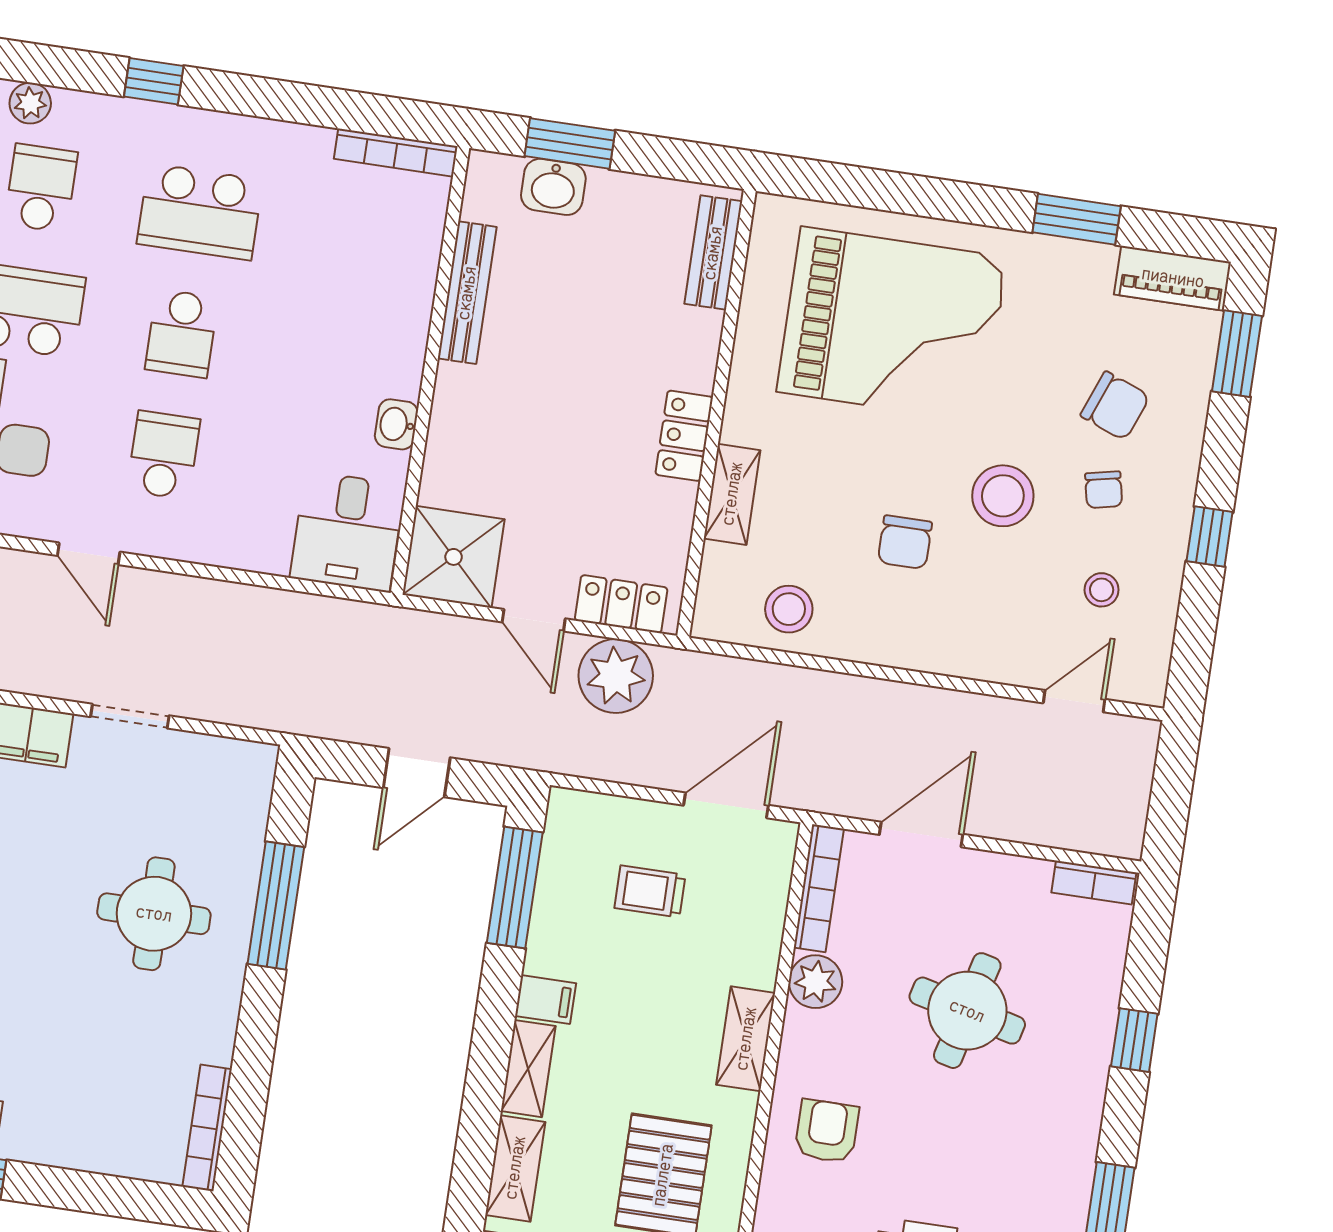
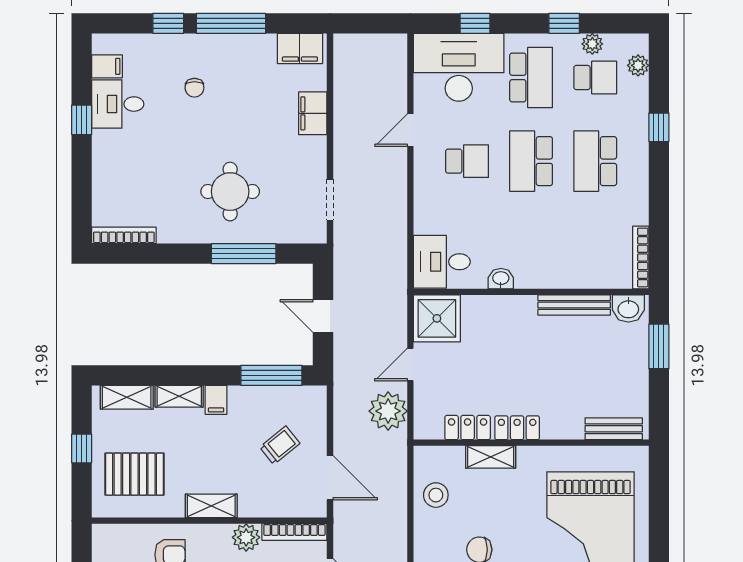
washbasin: (553, 187) -> (628, 308), moved, turned -90
school desk: (182, 333) -> (531, 161), width x1.85
locker: (621, 604) -> (468, 428), moved, turned -90
doorway: (130, 716) -> (330, 200), moved
trolley: (650, 891) -> (280, 445), turned 51

